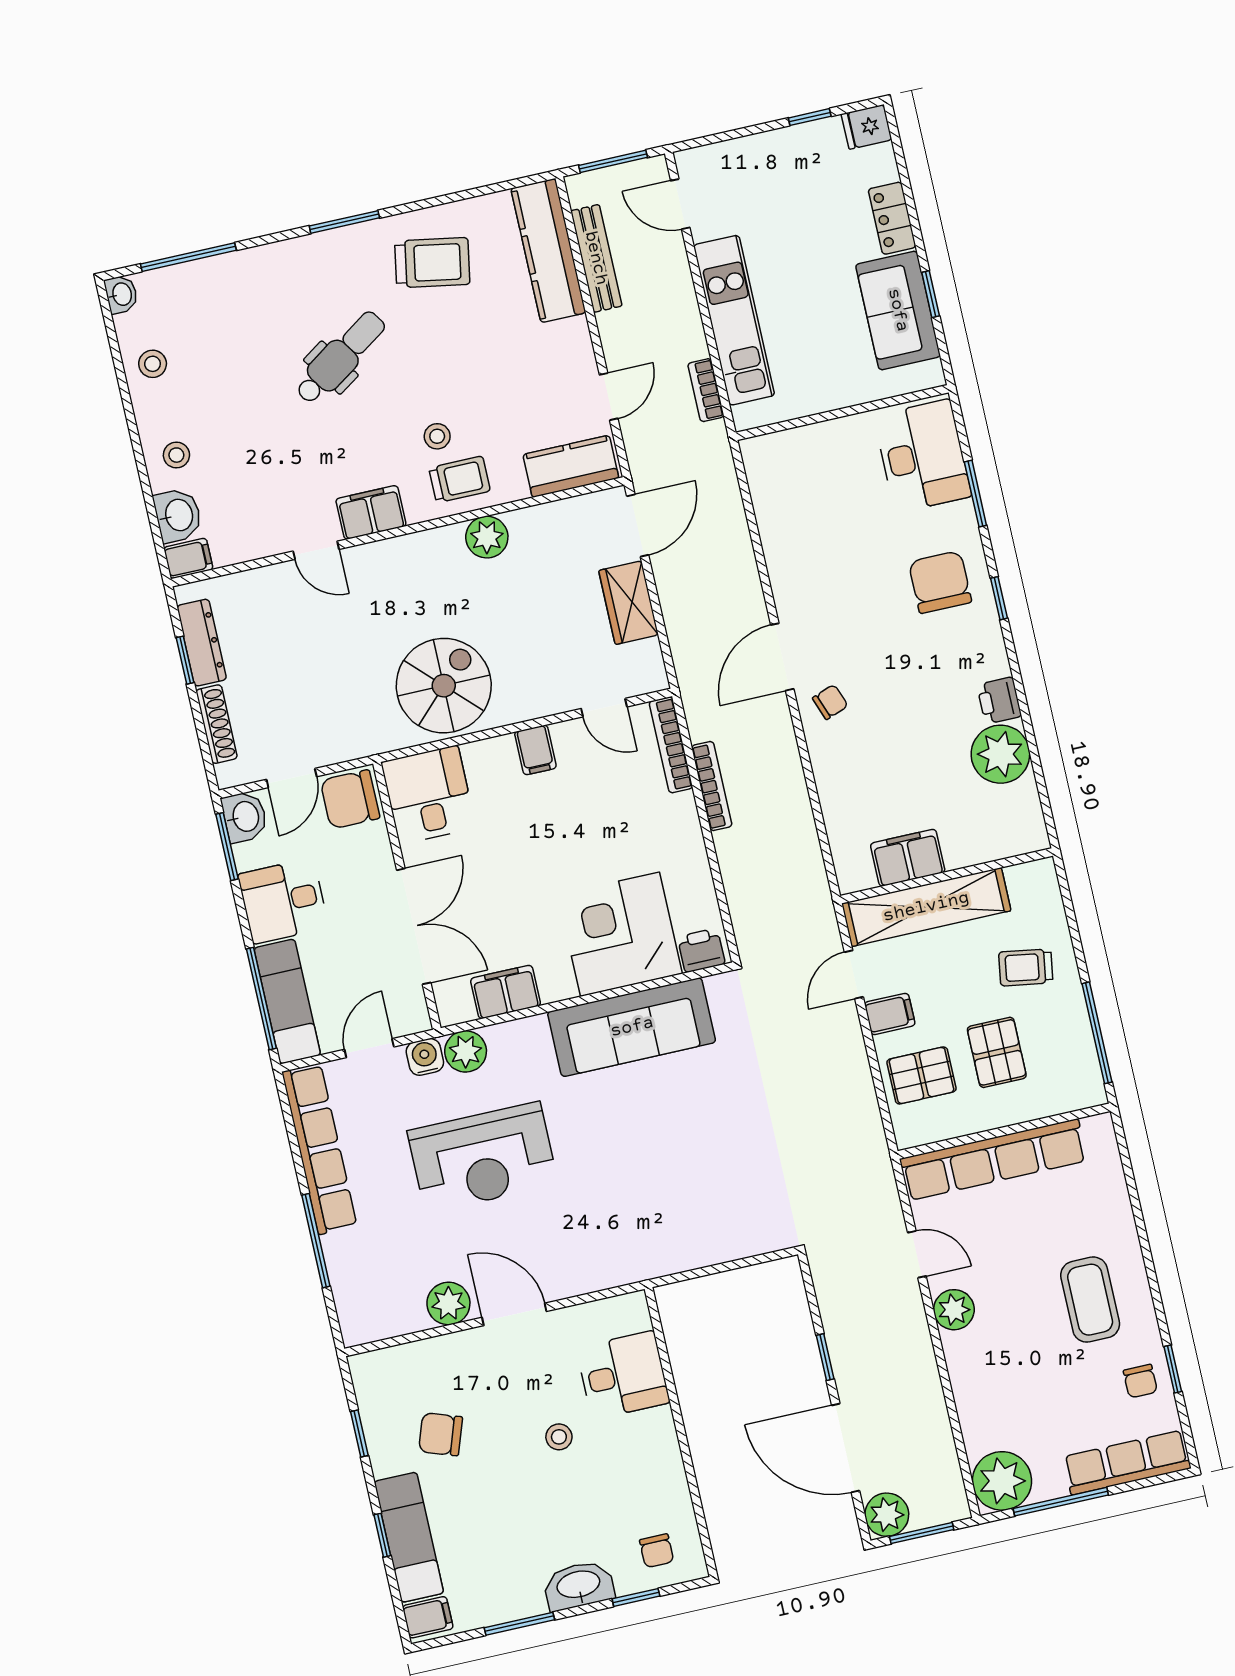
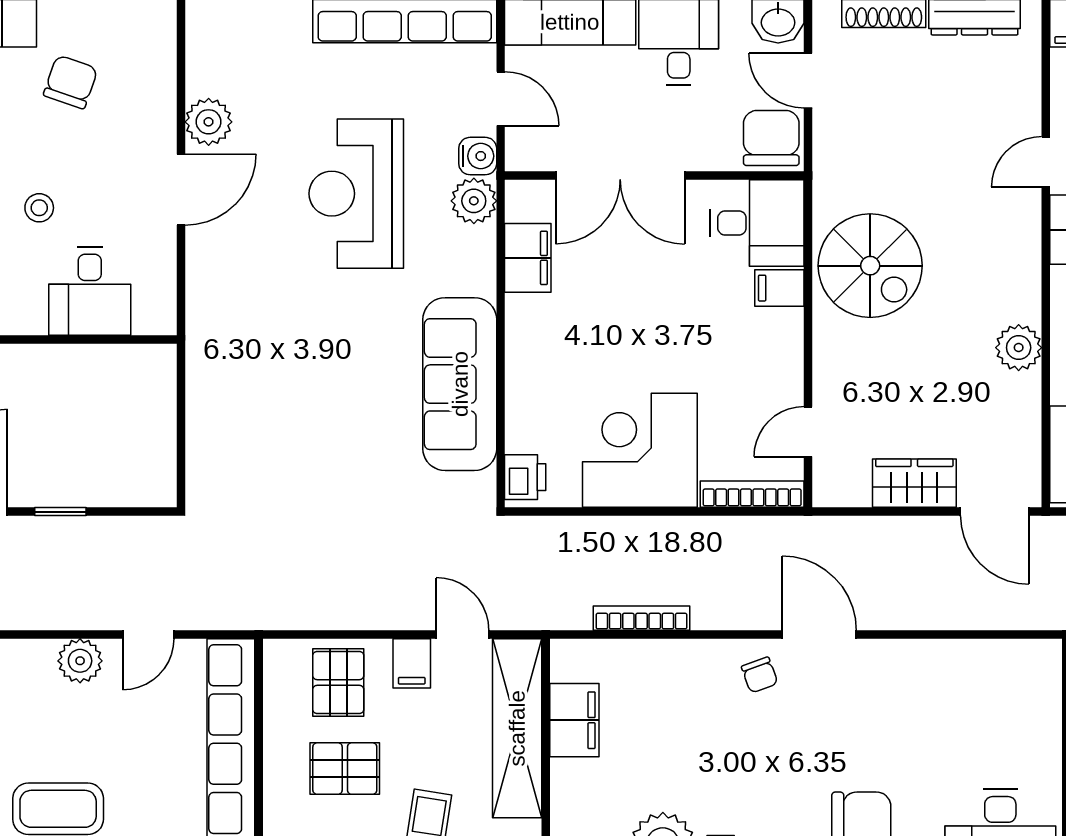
filing cabinet: (535, 750) -> (779, 288), moved
bookcase: (712, 786) -> (642, 618), moved, turned 180
corner desk: (620, 934) -> (640, 450), moved, turned -90

